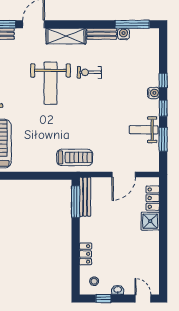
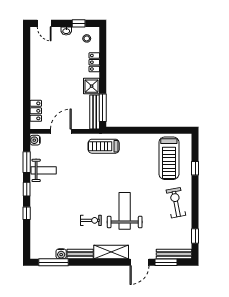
water cooler: (153, 93) -> (35, 140), moved
shower: (150, 221) -> (92, 86), moved

